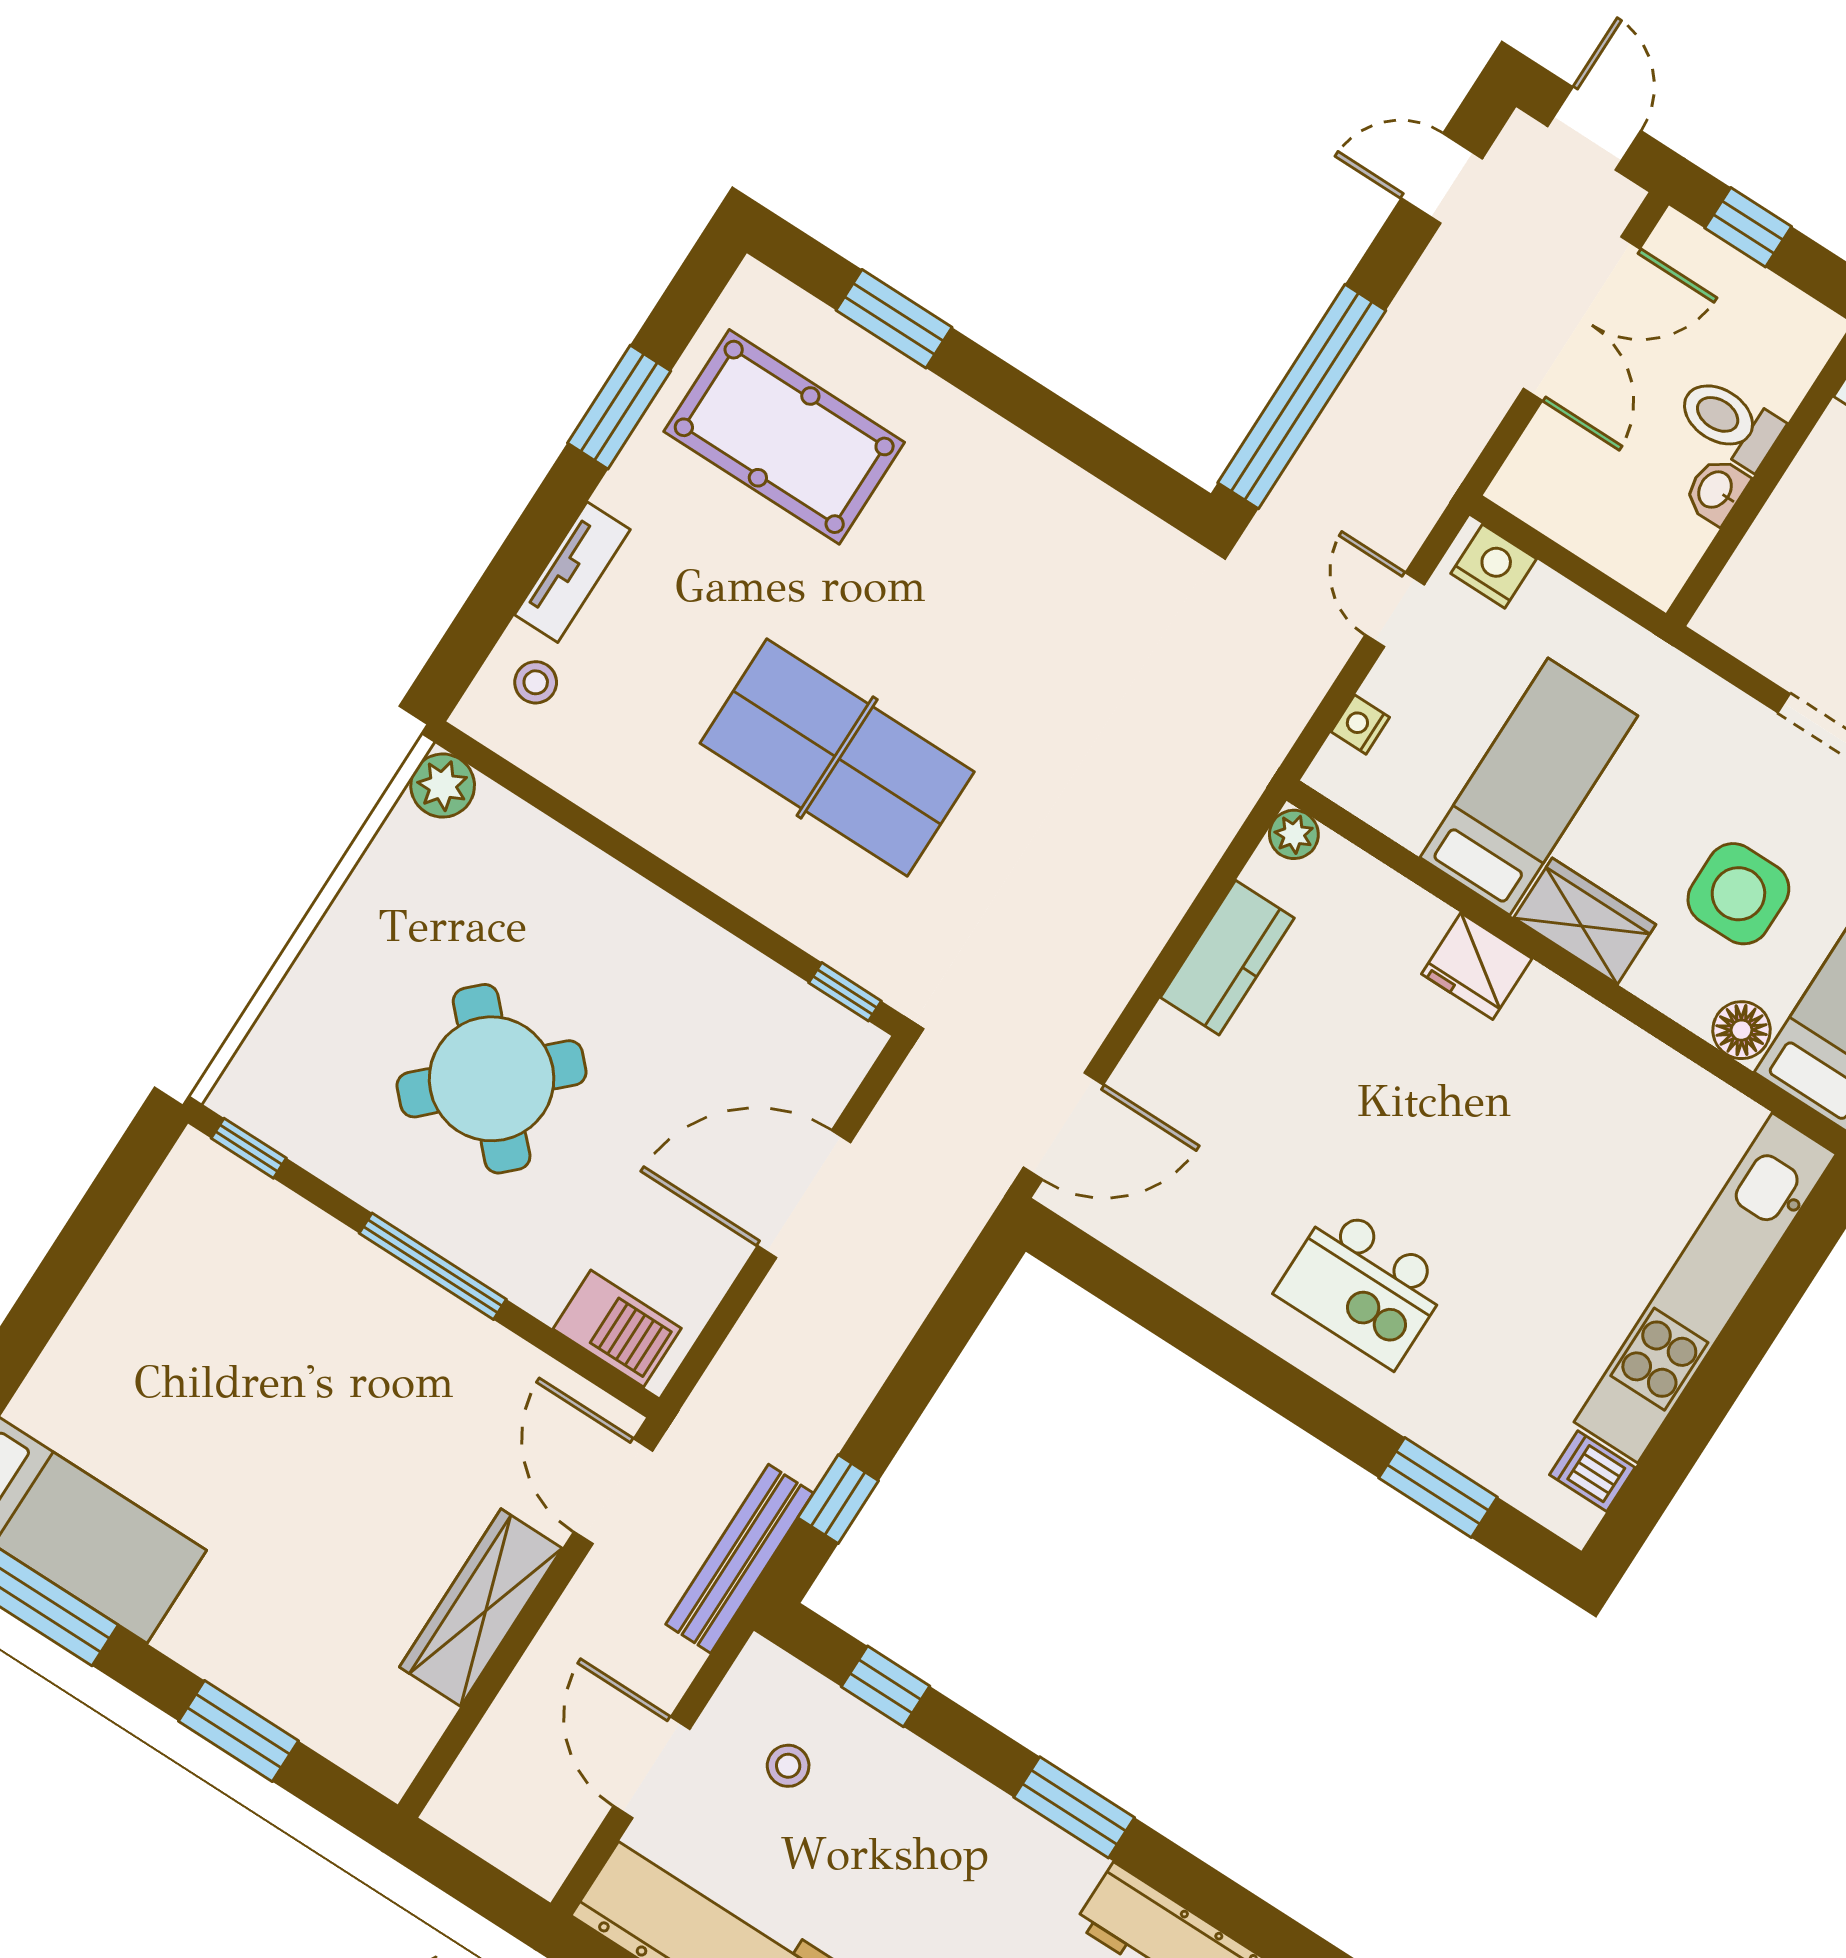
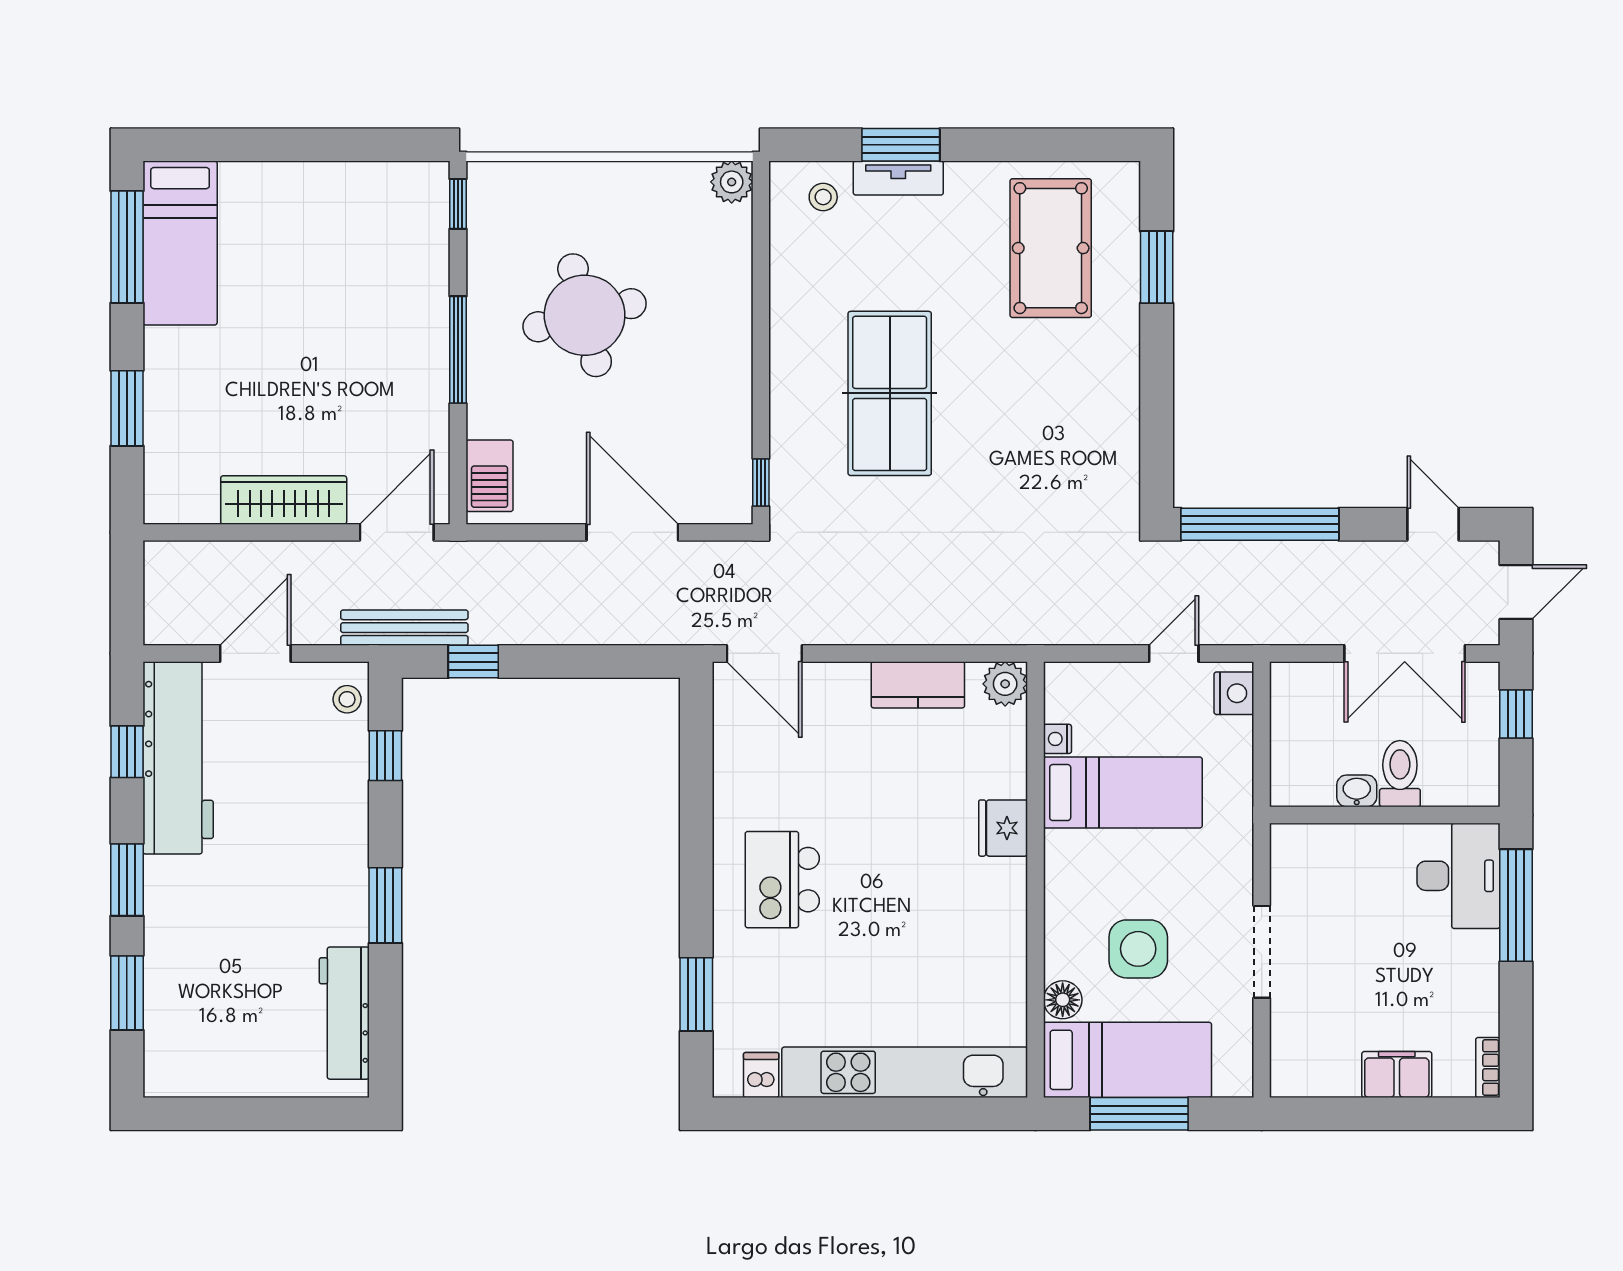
window: (619, 407) -> (901, 145), moved
nightstand: (1360, 725) -> (1057, 739), moved, turned -90
plant: (1294, 834) -> (1005, 684), width x1.38, depth x1.38
wardrobe: (1585, 921) -> (1067, 872), removed
round table: (492, 1079) -> (585, 315), turned 30
stool: (788, 1766) -> (347, 699), moved

